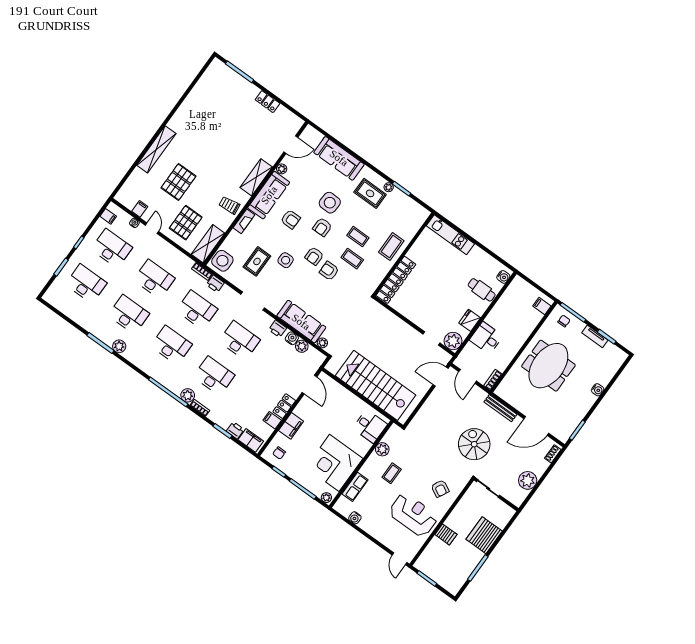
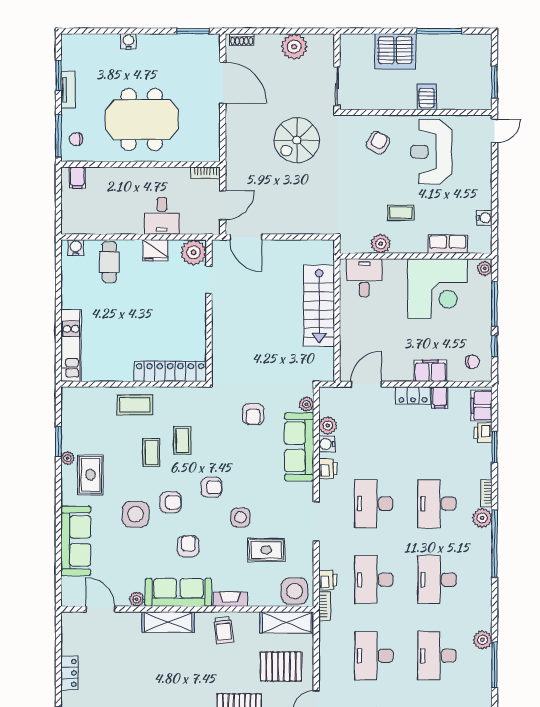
armchair: (329, 271) -> (253, 414), moved
stairs: (376, 385) -> (319, 306), width x0.73, depth x0.66
bench: (500, 408) -> (232, 140), removed

